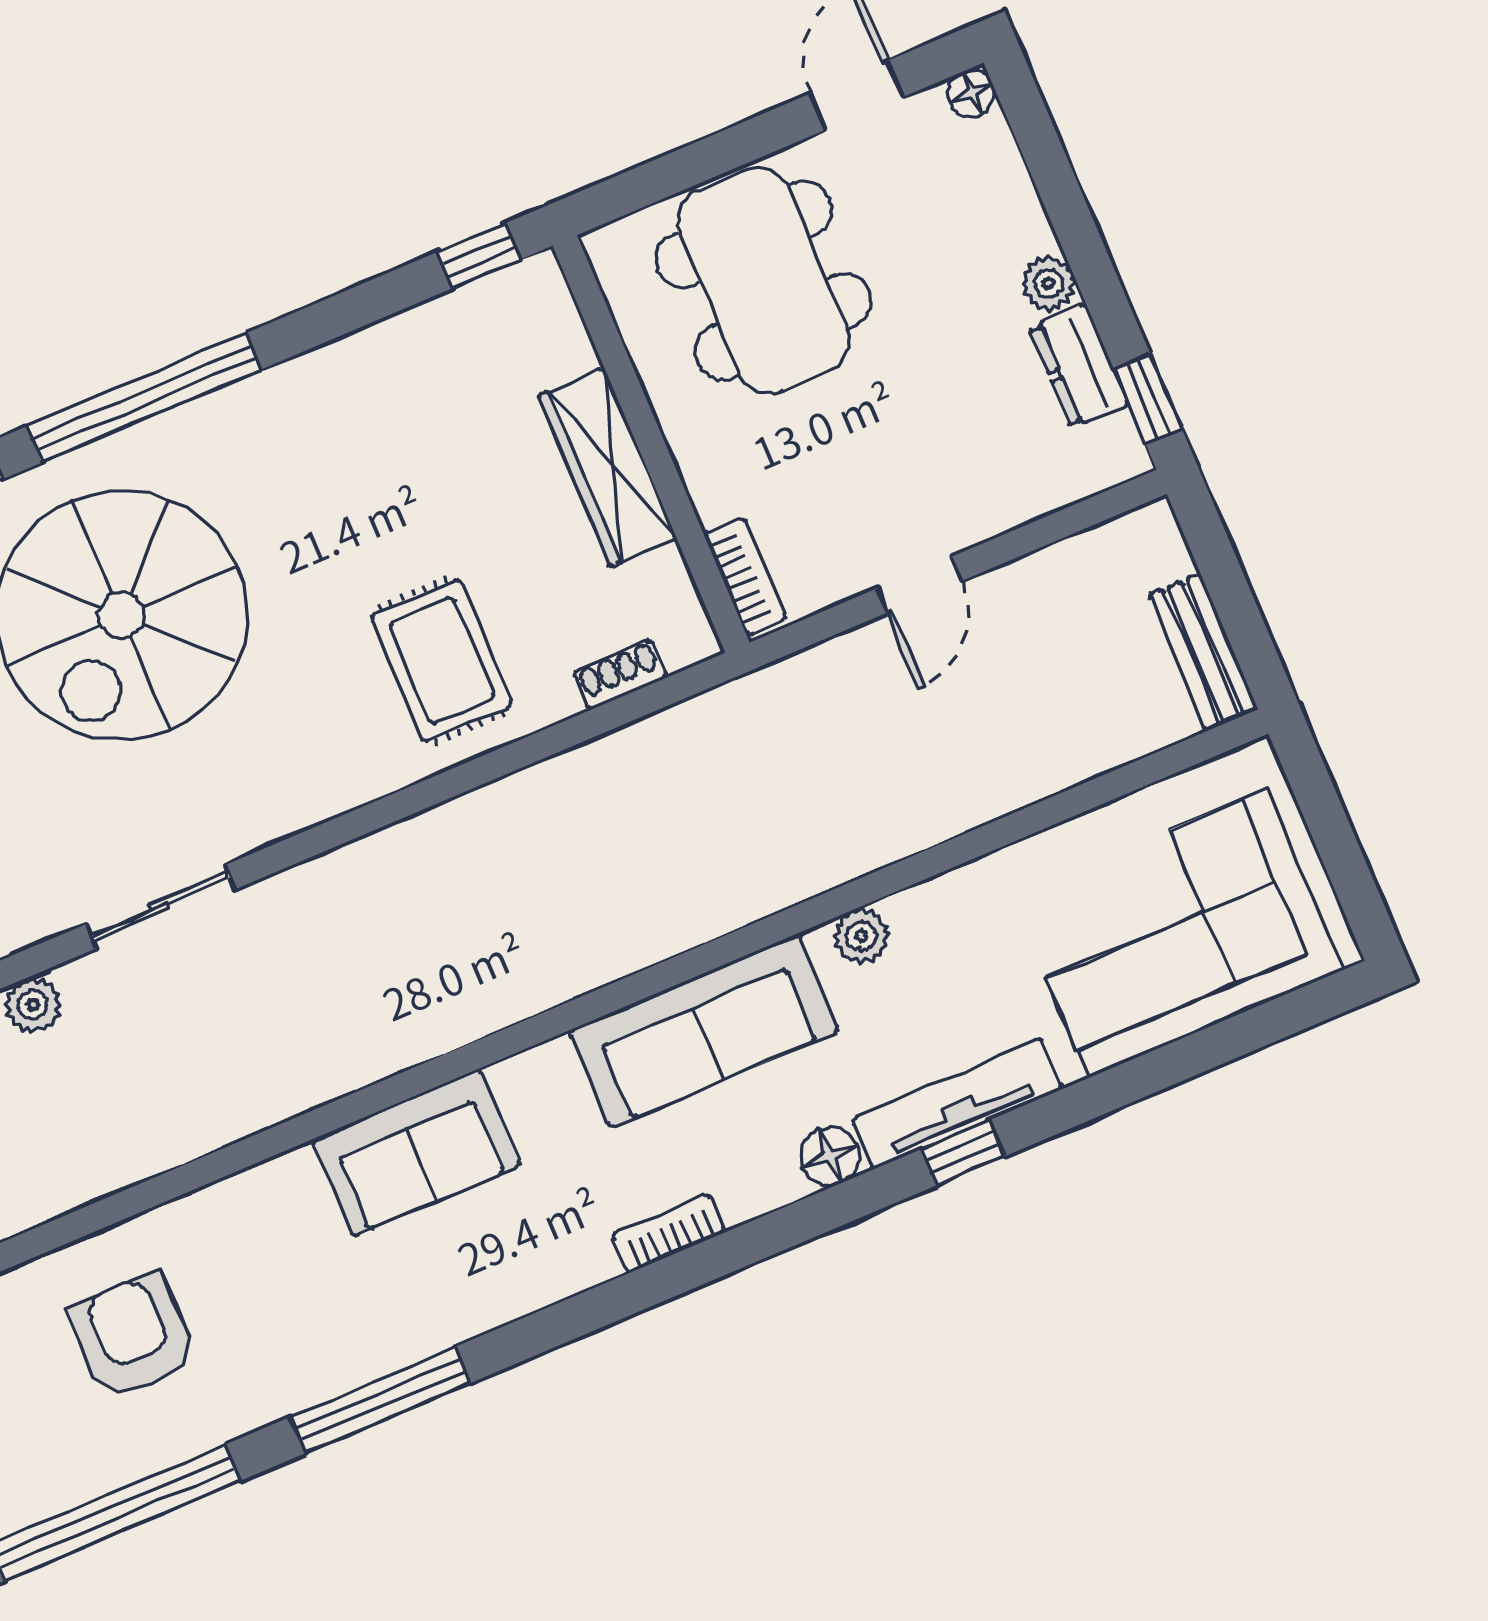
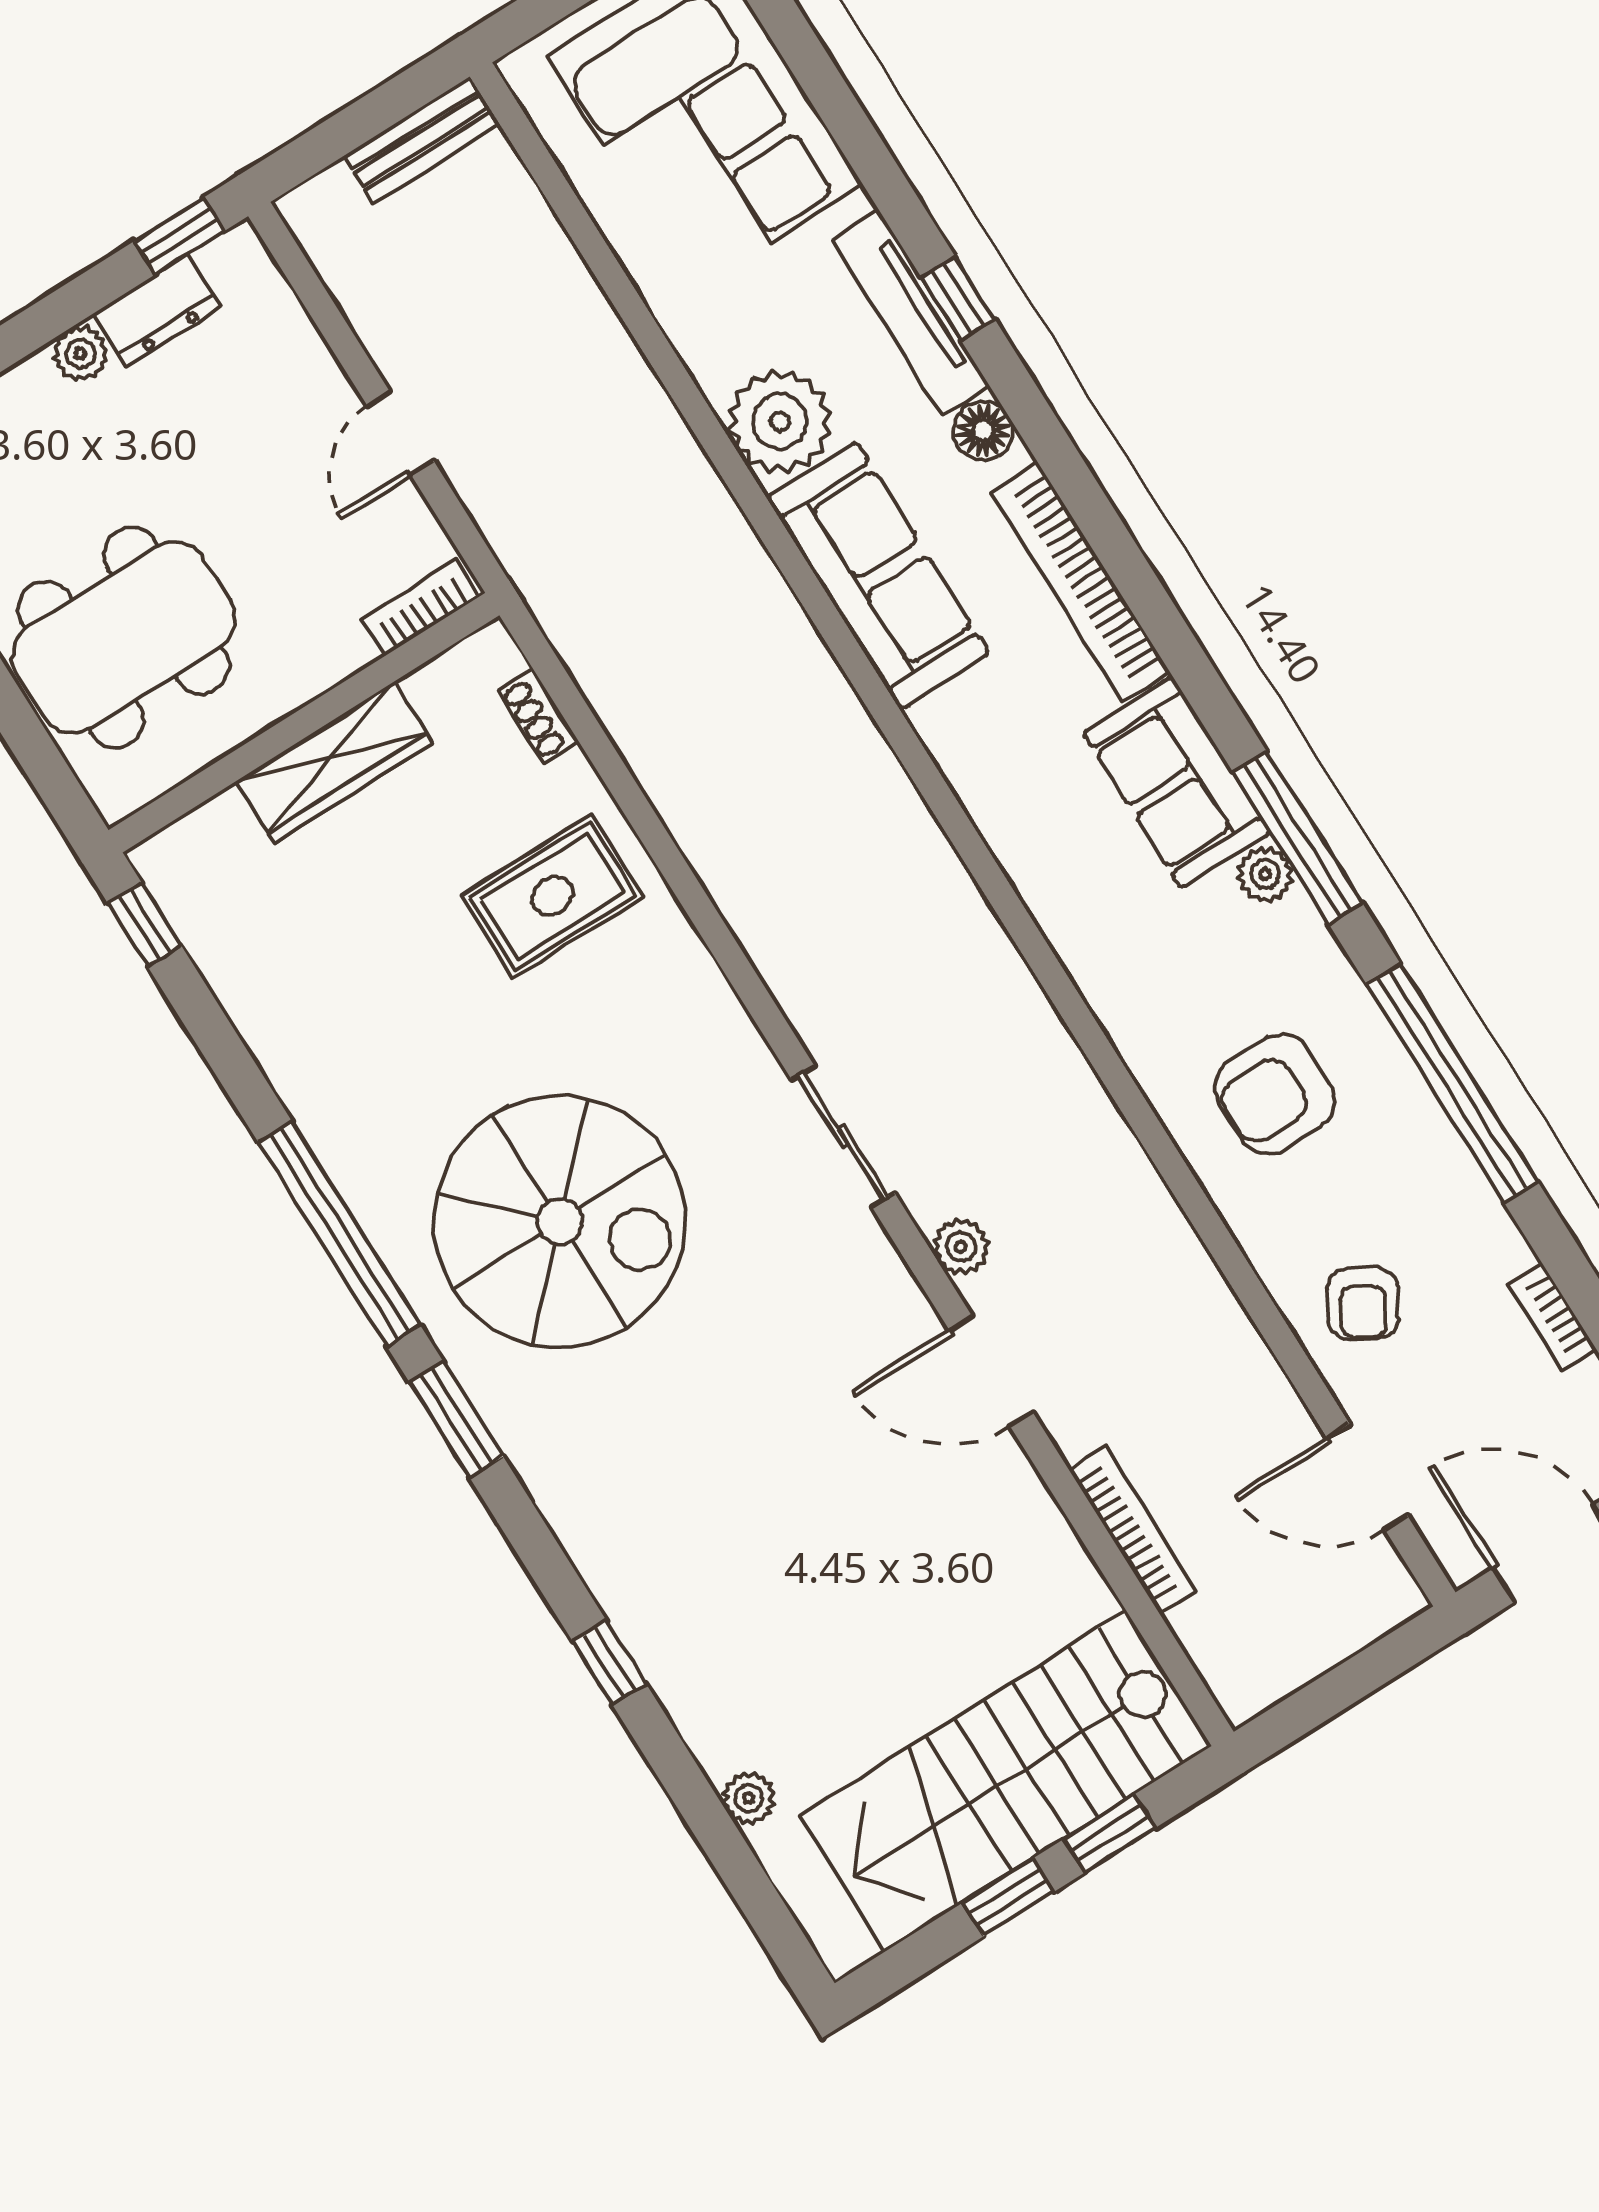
door: (919, 585) -> (400, 433), swing flipped
plant: (861, 936) -> (780, 422), width x1.87, depth x1.87
sofa: (416, 1153) -> (1177, 782), moved, turned 180
bookcase: (669, 1233) -> (1080, 582), width x2.31, depth x1.31
plant: (350, 1362) -> (1265, 874), added

